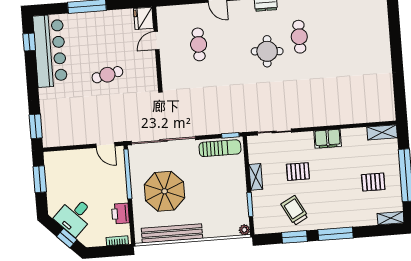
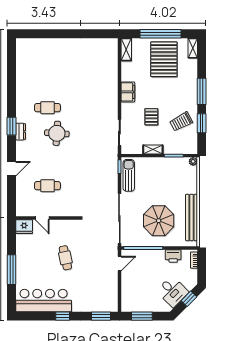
window: (29, 42) -> (63, 316), moved
pallet: (373, 182) -> (164, 59), width x2.05, depth x2.00

